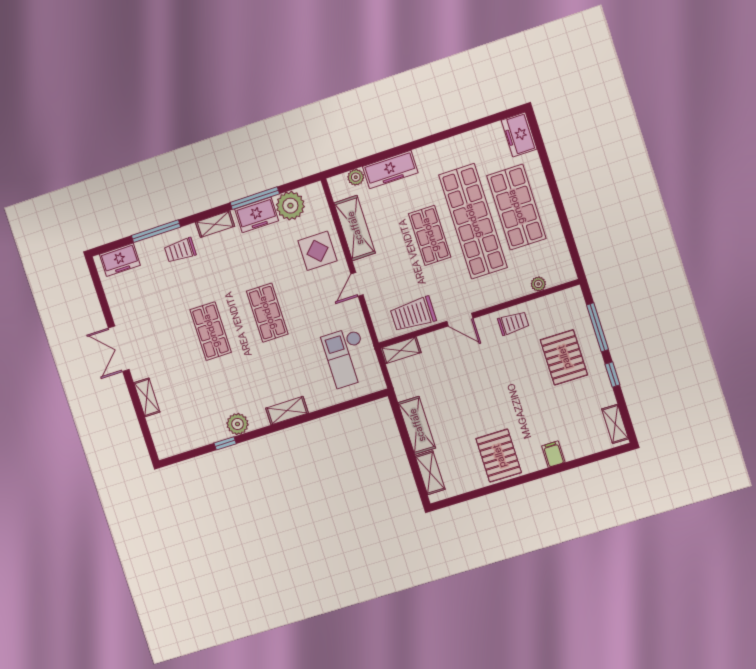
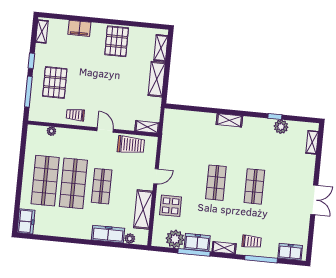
shop shelf: (473, 221) -> (73, 183), width x0.71
checkout: (347, 357) -> (180, 136), removed
shelving: (147, 397) -> (312, 142), moved
plant: (238, 424) -> (281, 127), moved
filing cabinet: (553, 454) -> (79, 28), width x2.00

